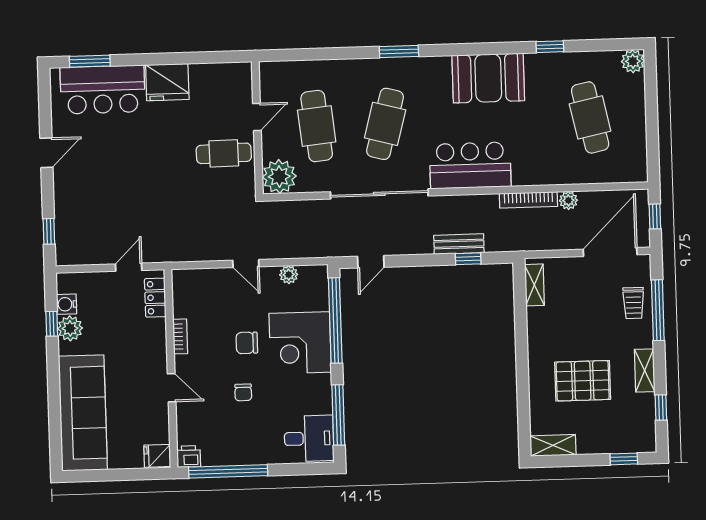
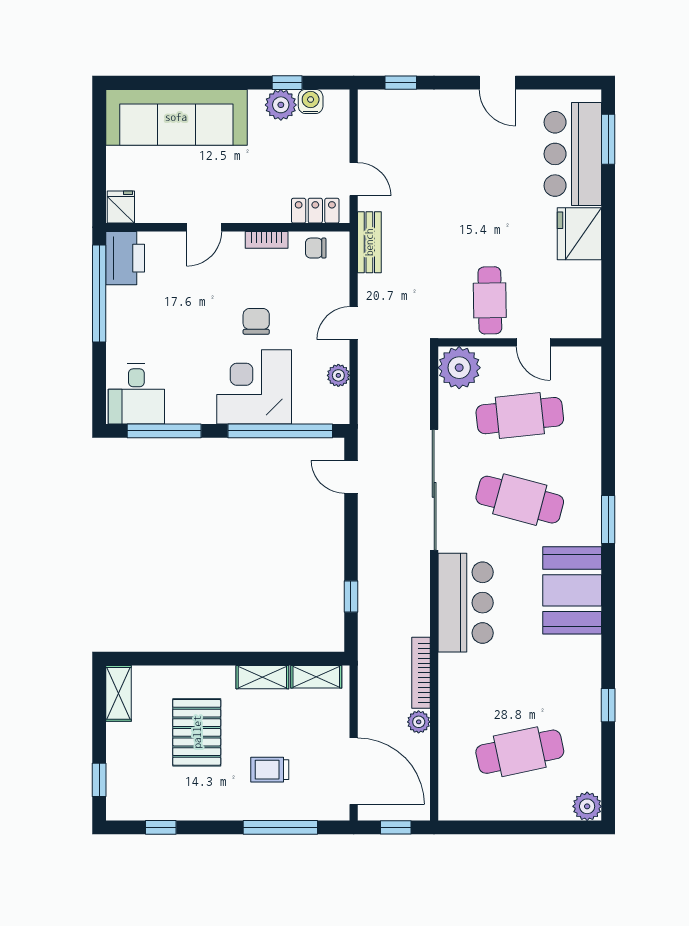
booth: (488, 78) -> (572, 590), moved
bench: (459, 244) -> (369, 242), moved
trolley: (633, 303) -> (270, 770), moved
shelving: (645, 370) -> (262, 677), moved
chair: (243, 392) -> (316, 248), moved
printer: (189, 456) -> (125, 258), width x1.87, depth x1.48

